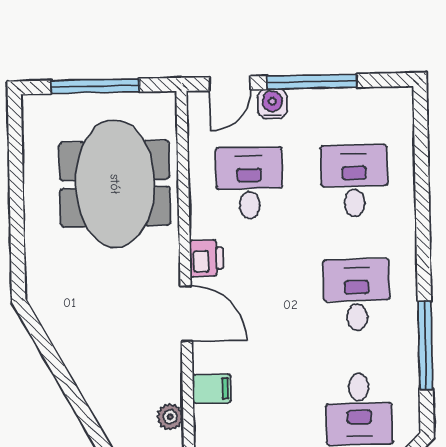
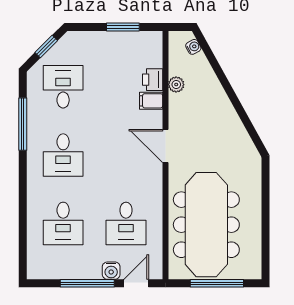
meeting table: (115, 184) -> (206, 225), width x1.36
printer: (206, 258) -> (153, 80), moved

